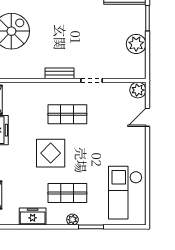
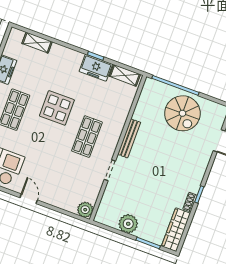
bench: (59, 73) -> (129, 138), width x1.36
door: (148, 117) -> (29, 199), moved

